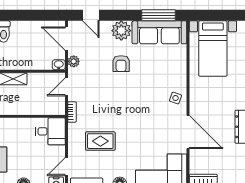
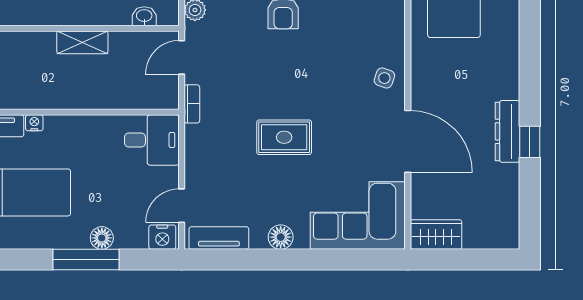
washbasin: (59, 65) -> (144, 16), moved
rug: (100, 141) -> (284, 137), moved

